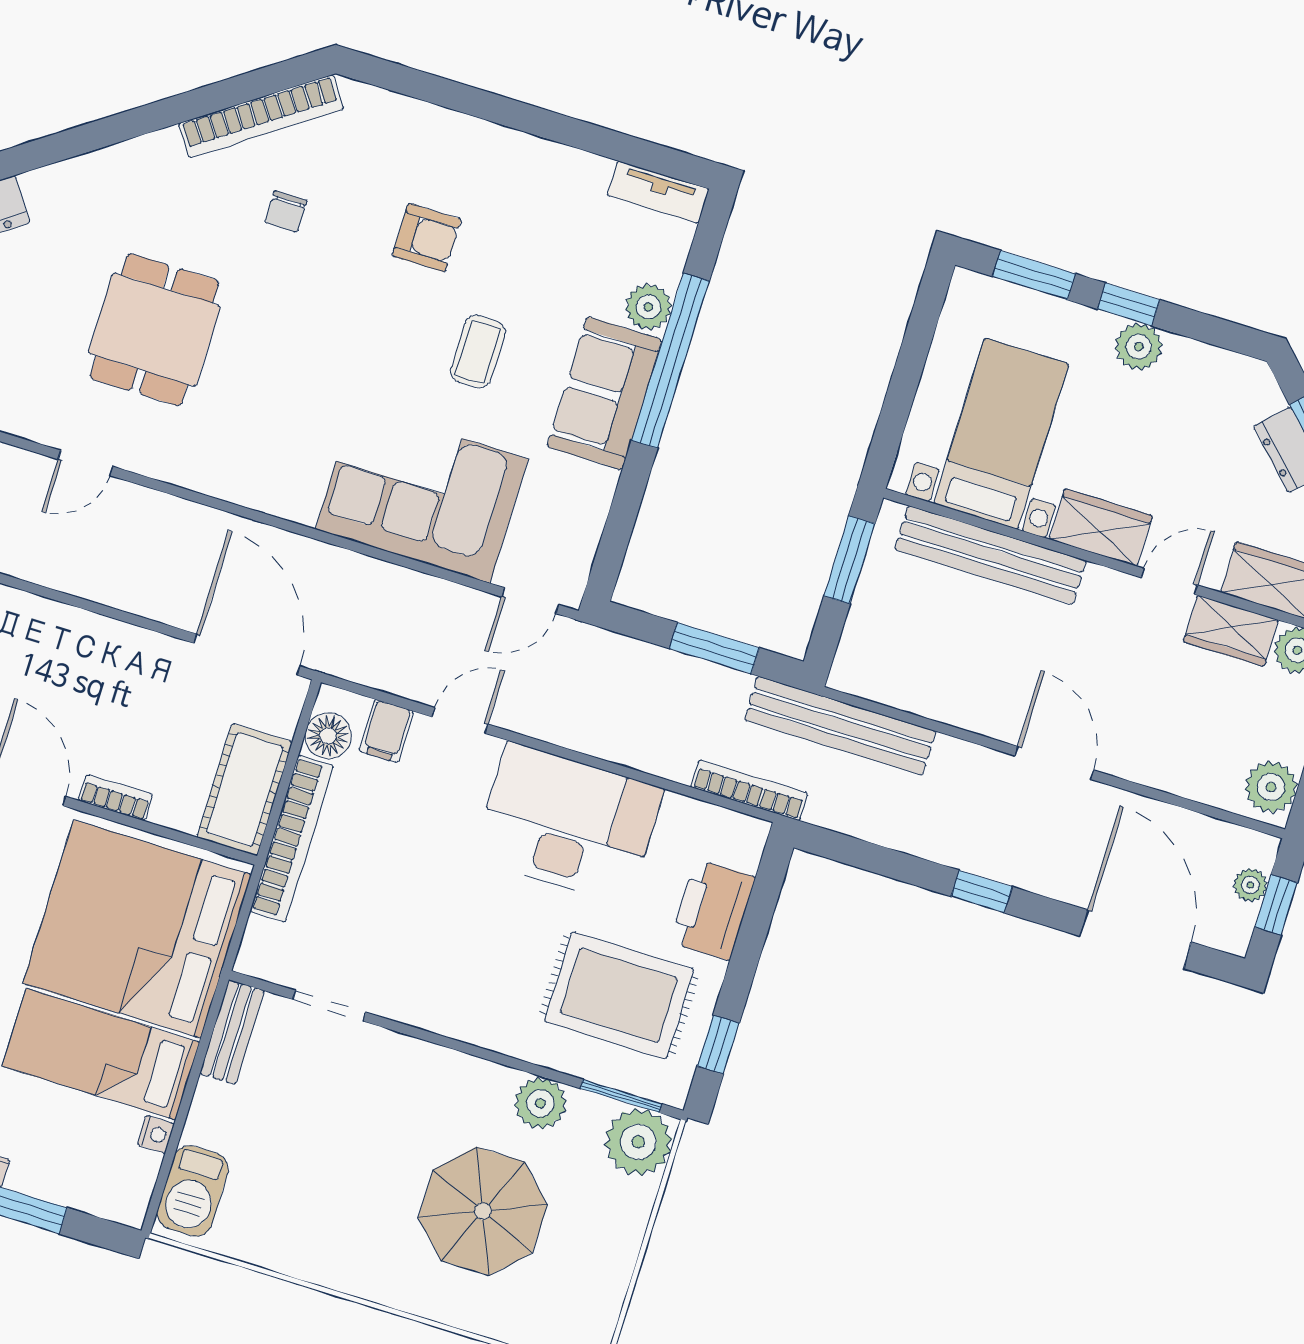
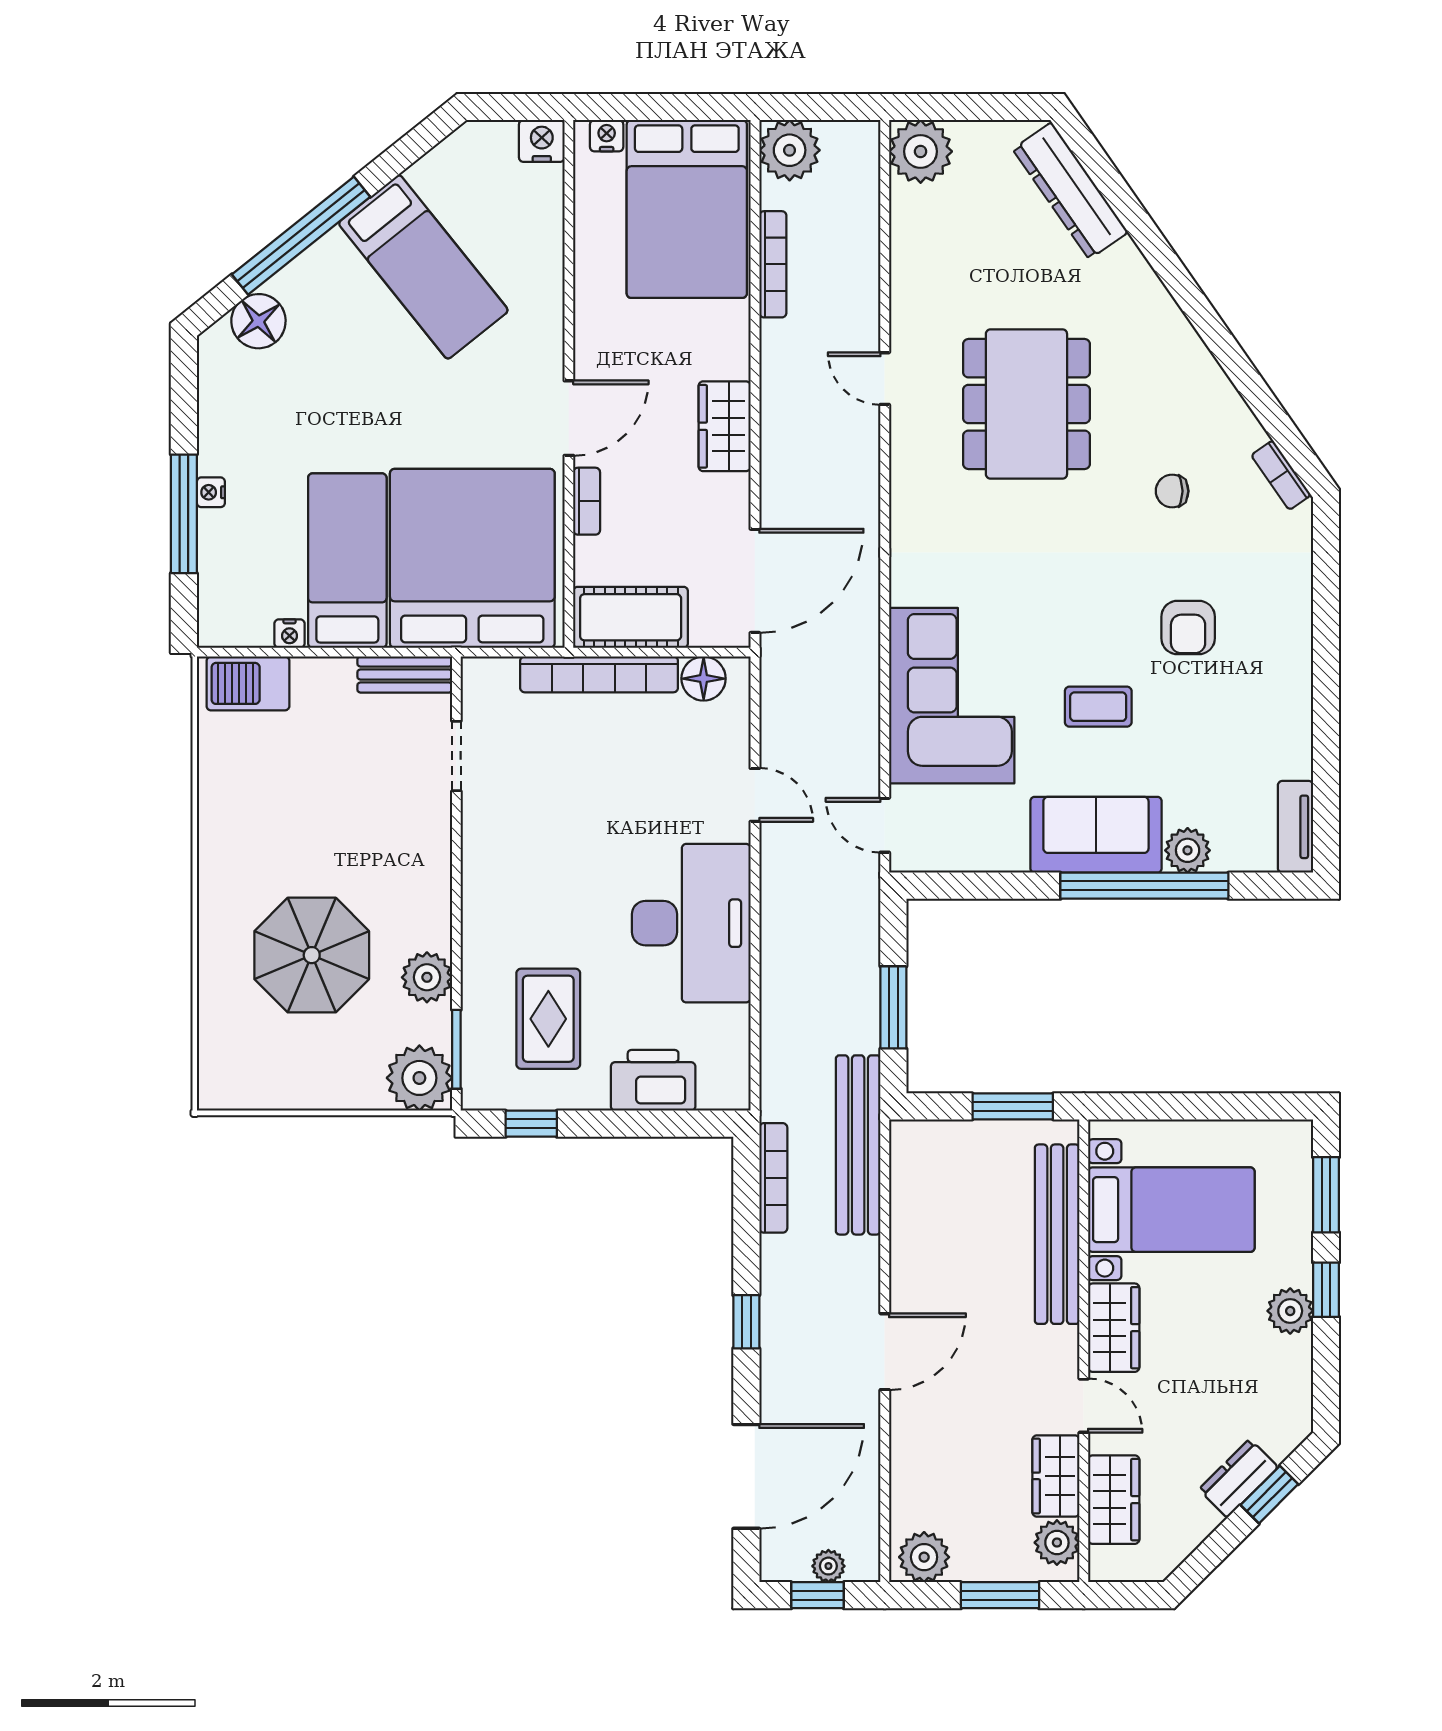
bookcase: (261, 116) -> (1281, 475), width x0.43, depth x0.76
dining table: (154, 330) -> (1026, 404), width x1.38
wardrobe: (83, 637) -> (725, 426), added
filing cabinet: (386, 731) -> (724, 730), removed
bookcase: (749, 790) -> (773, 1178), moved
rug: (619, 995) -> (548, 1019), width x0.73, depth x0.70

